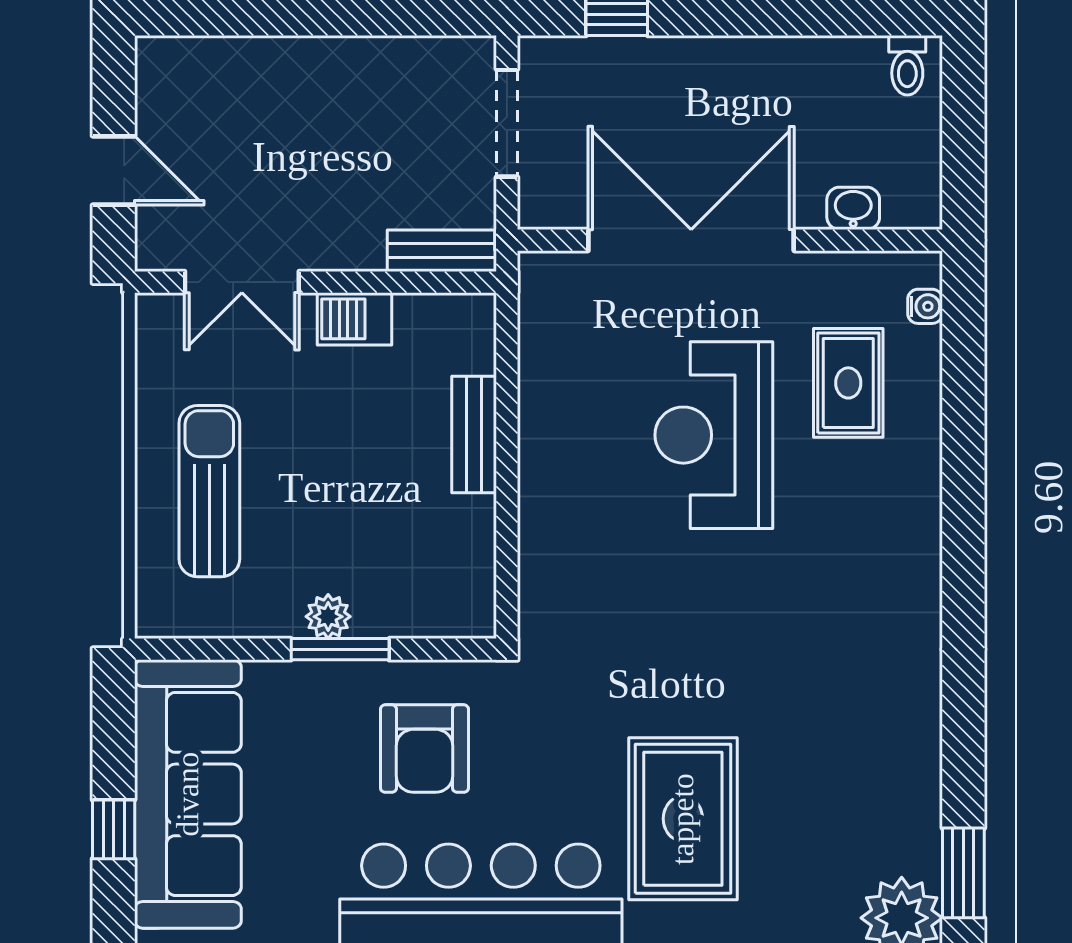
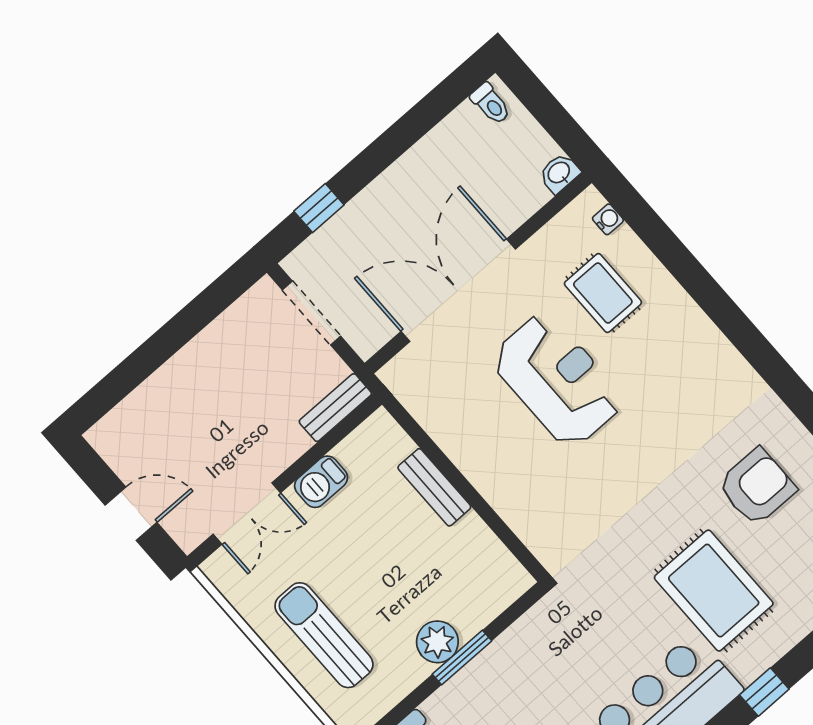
washbasin: (853, 208) -> (559, 173), moved
reception desk: (714, 435) -> (557, 380), turned 180
plant: (328, 617) -> (437, 642), width x1.38, depth x1.38
armchair: (424, 749) -> (757, 487), moved, turned -90

